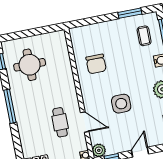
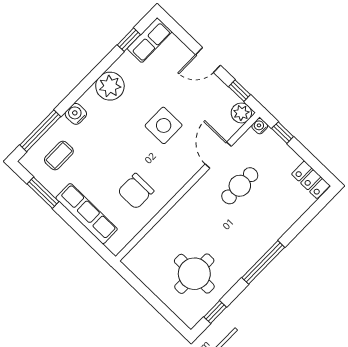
row of seats: (102, 29) -> (87, 214), added
chair: (96, 64) -> (136, 191), turned 180

